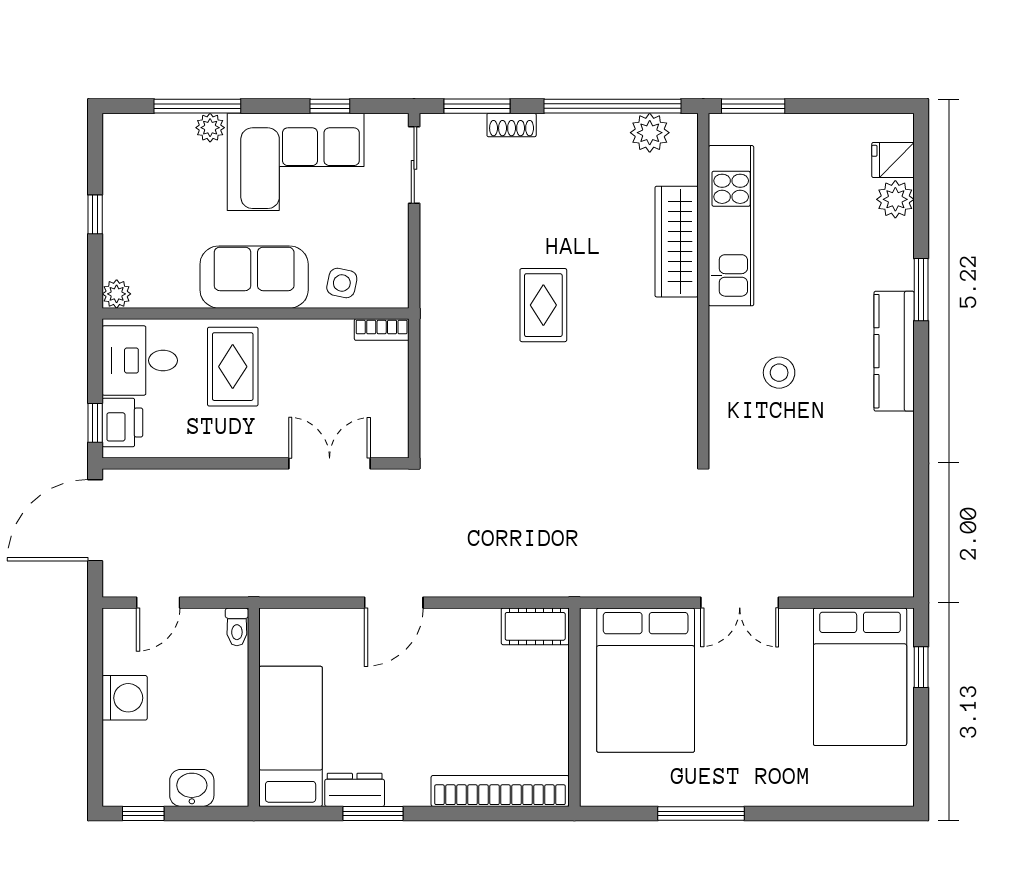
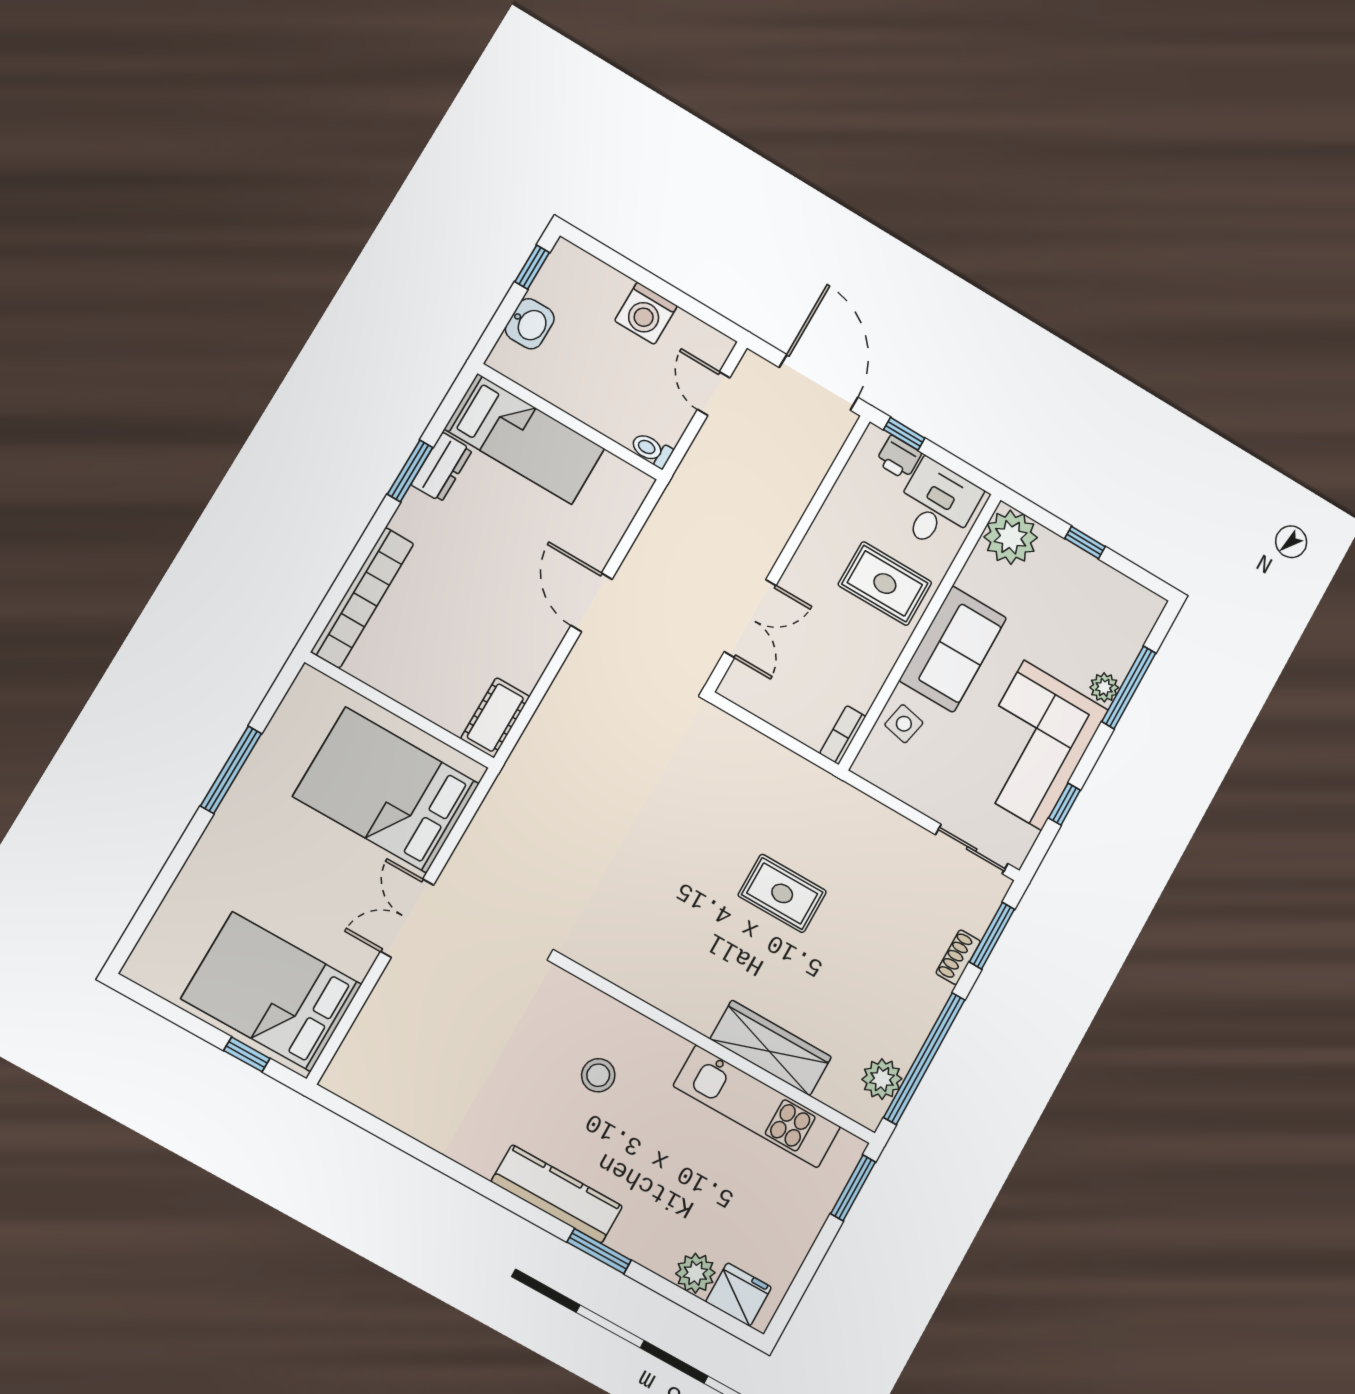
fridge: (893, 160) -> (739, 1294), width x1.38
plant: (117, 294) -> (1011, 537), width x1.87, depth x1.87
printer: (122, 422) -> (899, 458), width x0.73, depth x0.81

